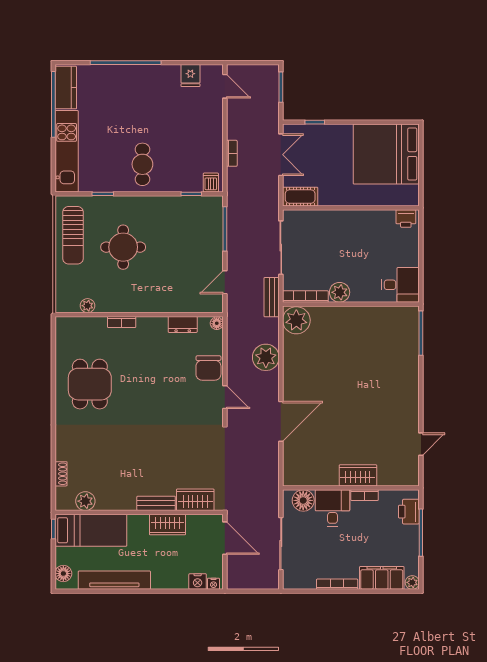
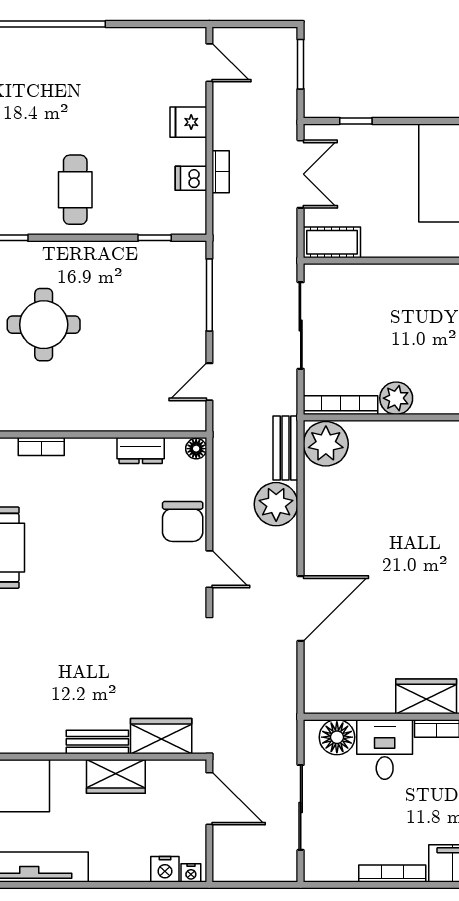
fridge: (190, 75) -> (188, 122), moved, turned 90
dishwasher: (211, 182) -> (191, 178), moved, turned -90
bench: (272, 297) -> (285, 448), moved

